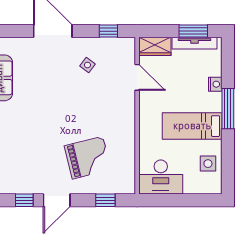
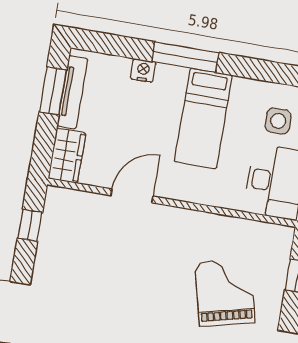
side table: (87, 65) -> (78, 268), removed
door: (137, 77) -> (132, 196), moved
side table: (208, 164) -> (278, 121), moved

